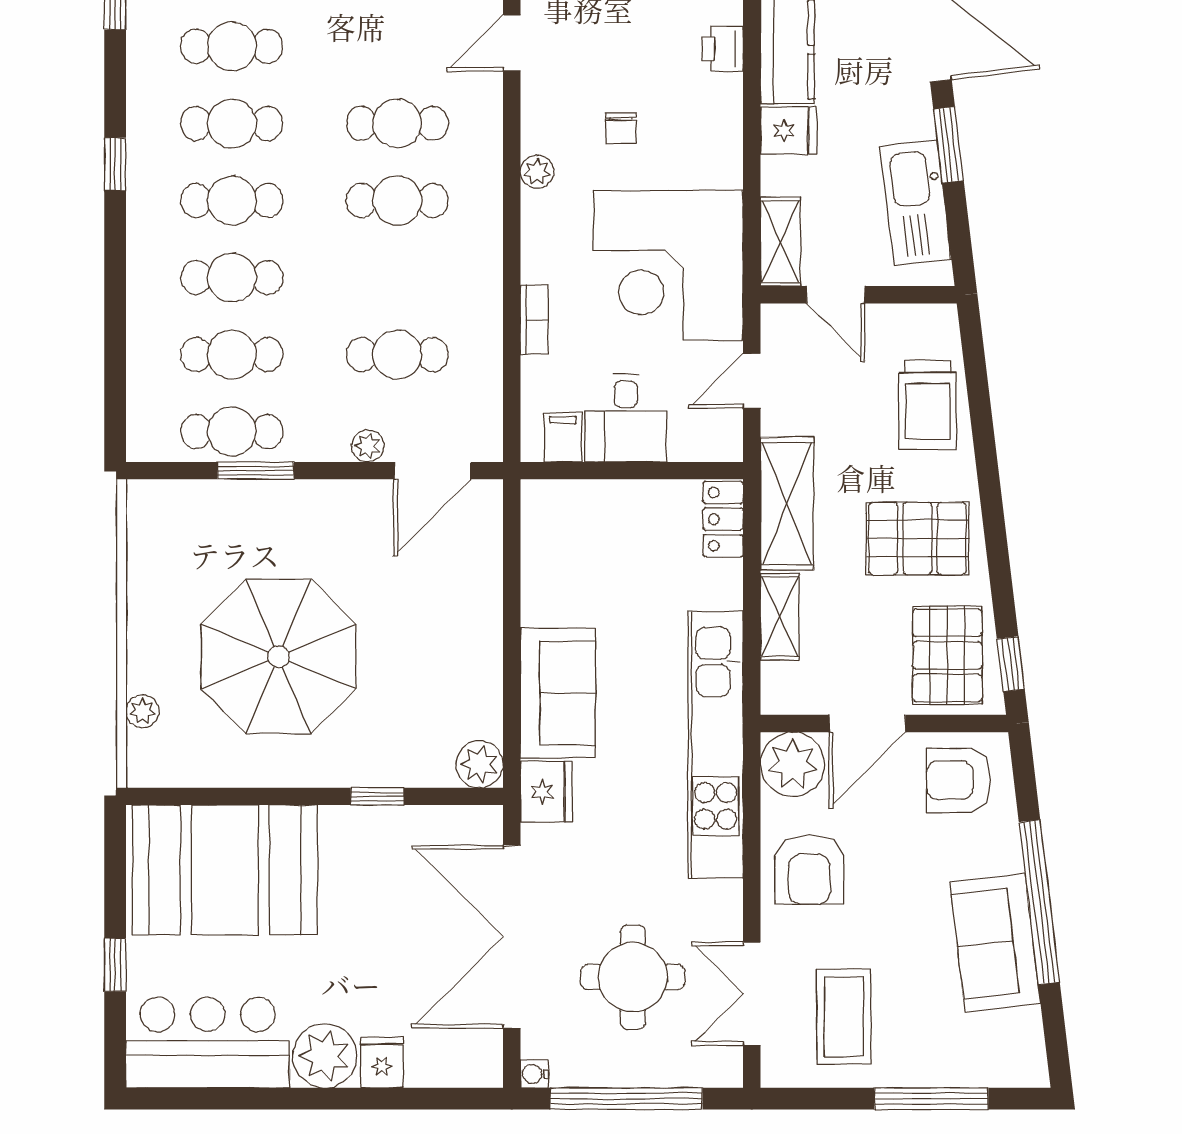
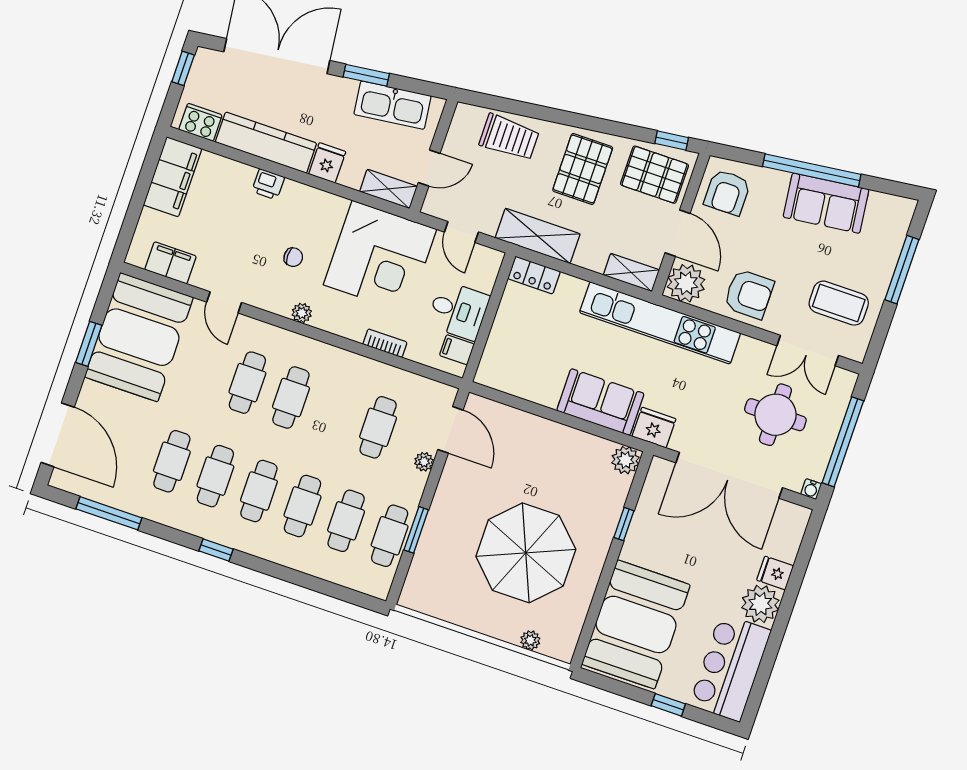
shelving: (780, 617) -> (631, 272), moved

